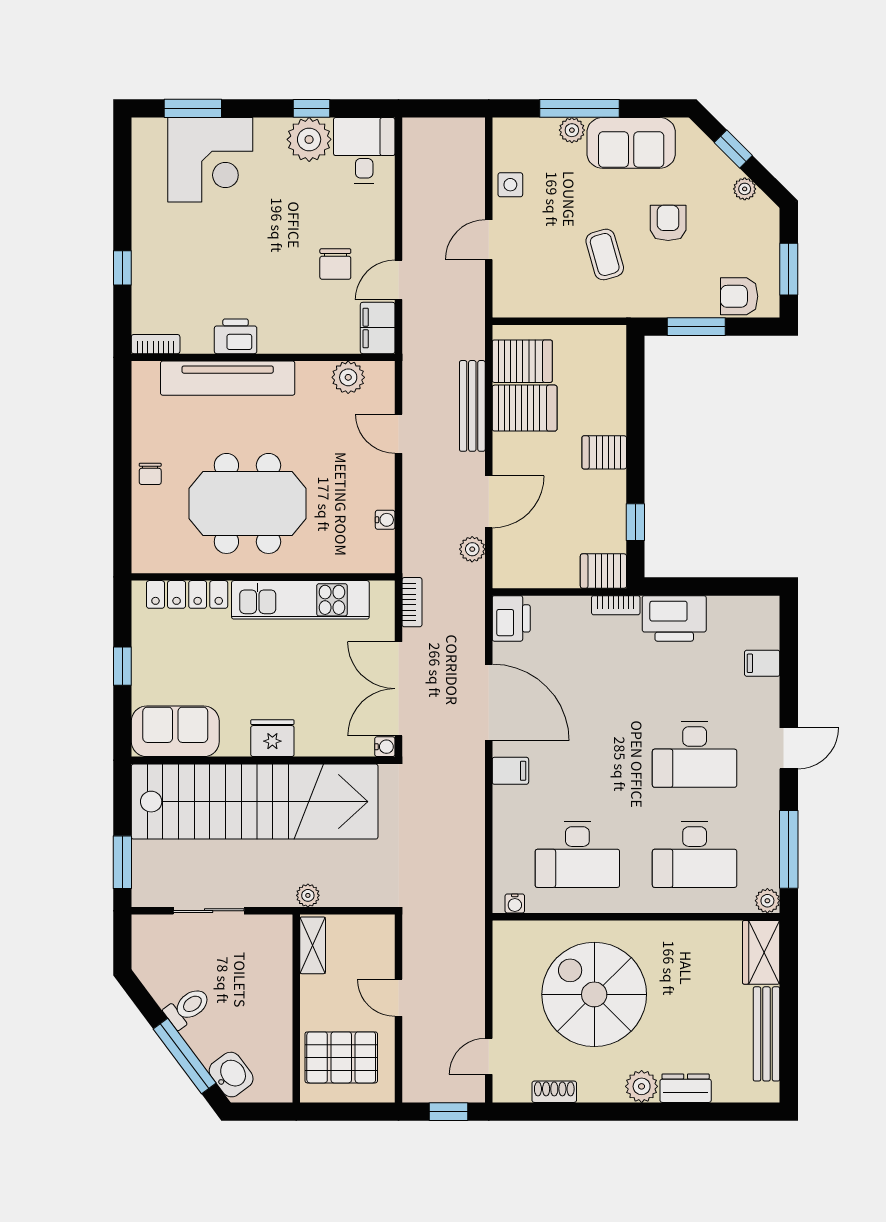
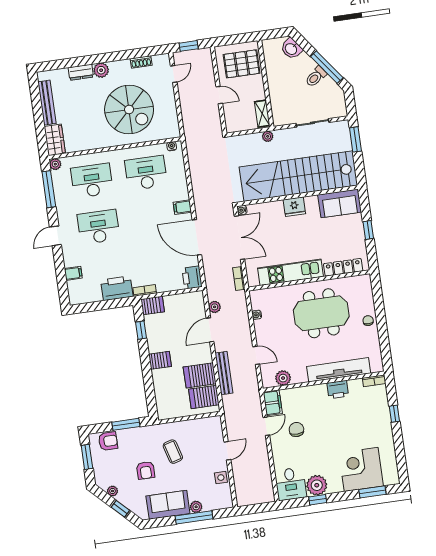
window: (185, 1056) -> (327, 67), moved

